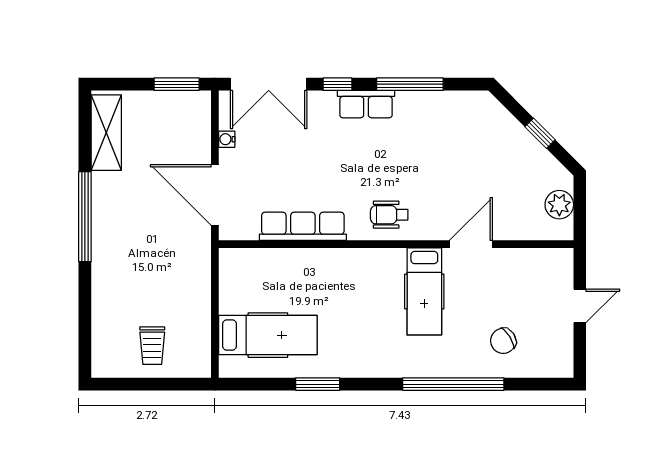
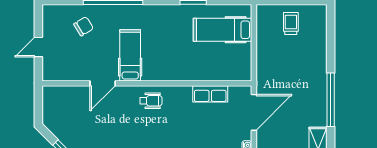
door: (215, 195) -> (254, 112), hinge flipped
plant: (559, 205) -> (50, 107), removed
row of seats: (303, 226) -> (210, 94), width x0.68

